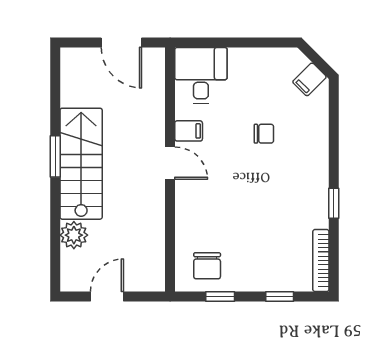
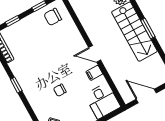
window: (334, 203) -> (16, 85), moved
chair: (207, 266) -> (53, 17), turned -90

